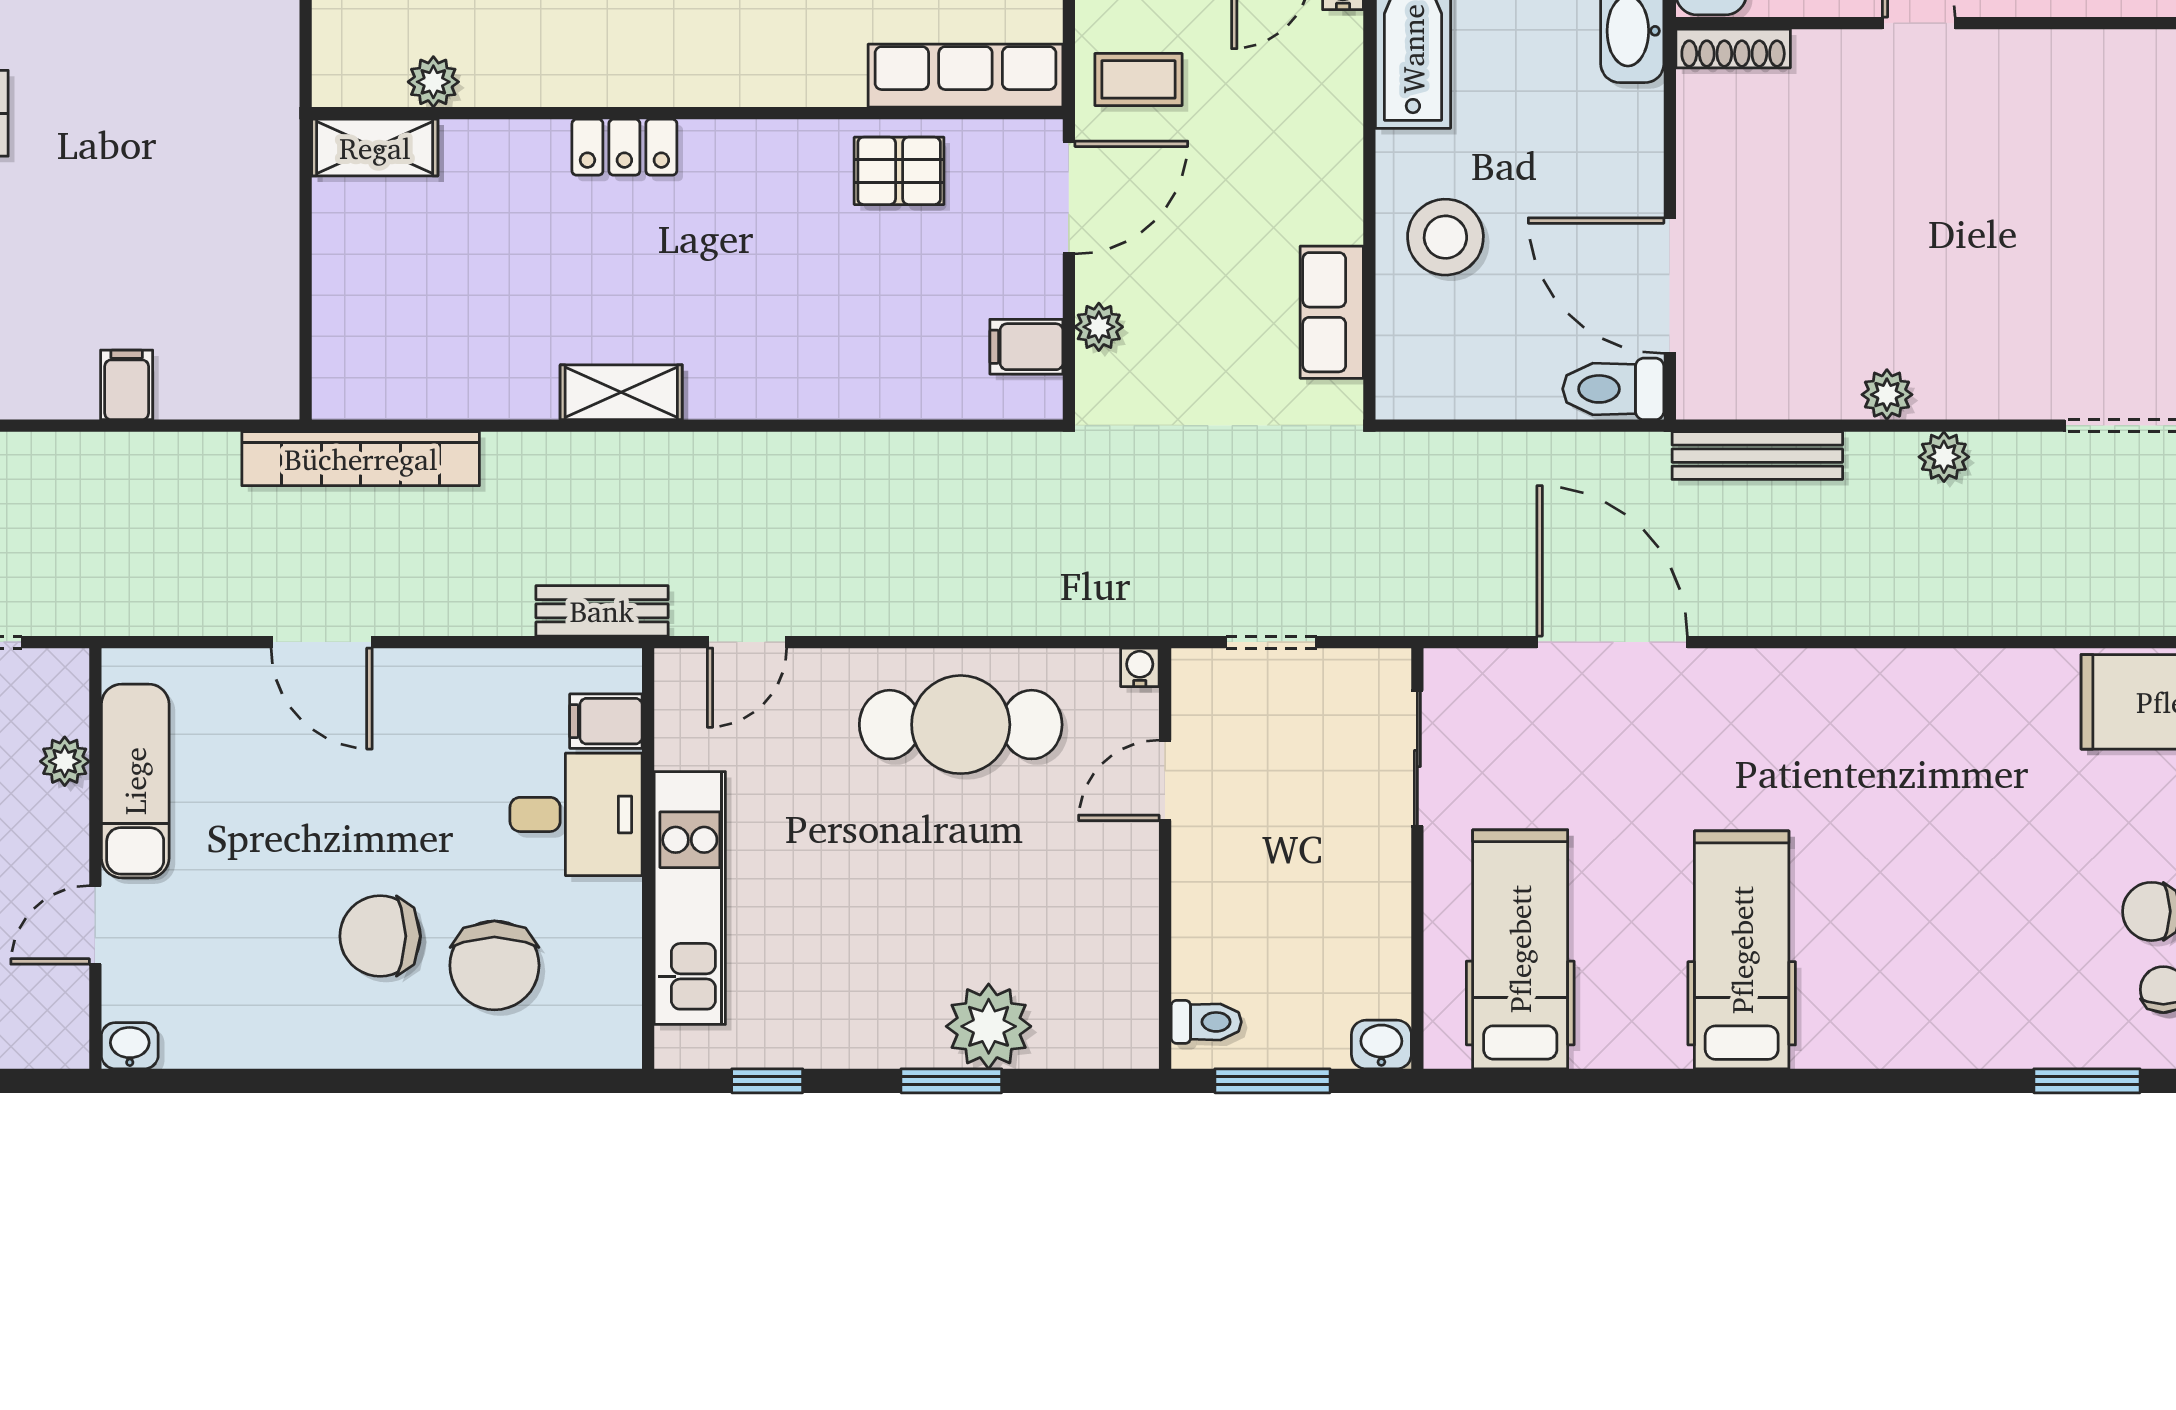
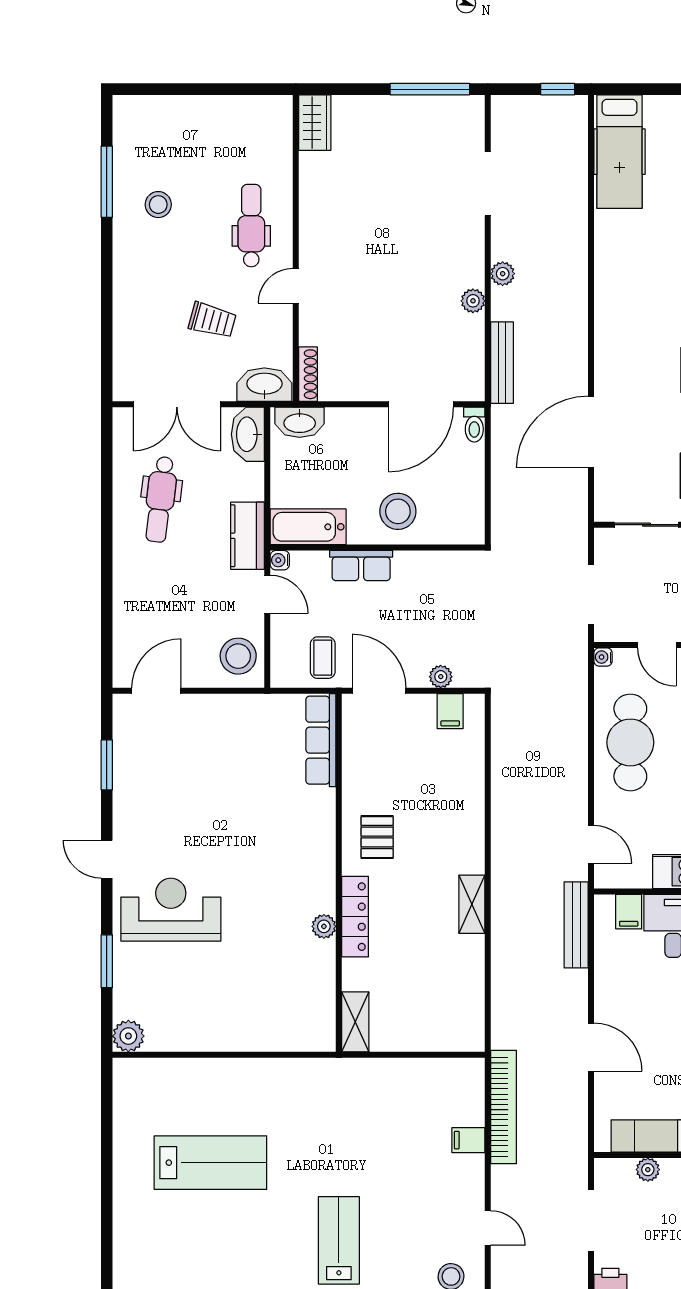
plant: (433, 82) -> (324, 926), moved
locker: (624, 147) -> (355, 917), width x1.53
pallet: (899, 171) -> (377, 837), moved
row of seats: (1332, 312) -> (361, 566), moved
toilet: (1613, 389) -> (474, 425), width x0.73, depth x0.72
bookcase: (361, 459) -> (504, 1107), moved
bench: (602, 611) -> (576, 925), width x1.36
door: (322, 642) -> (591, 1047), hinge flipped
doorway: (1271, 642) -> (591, 594), width x1.38

